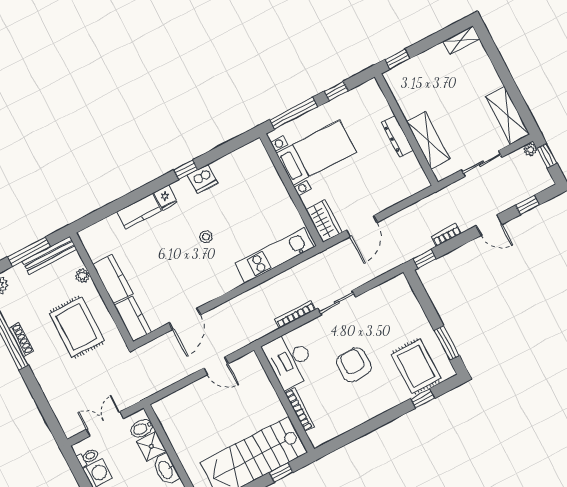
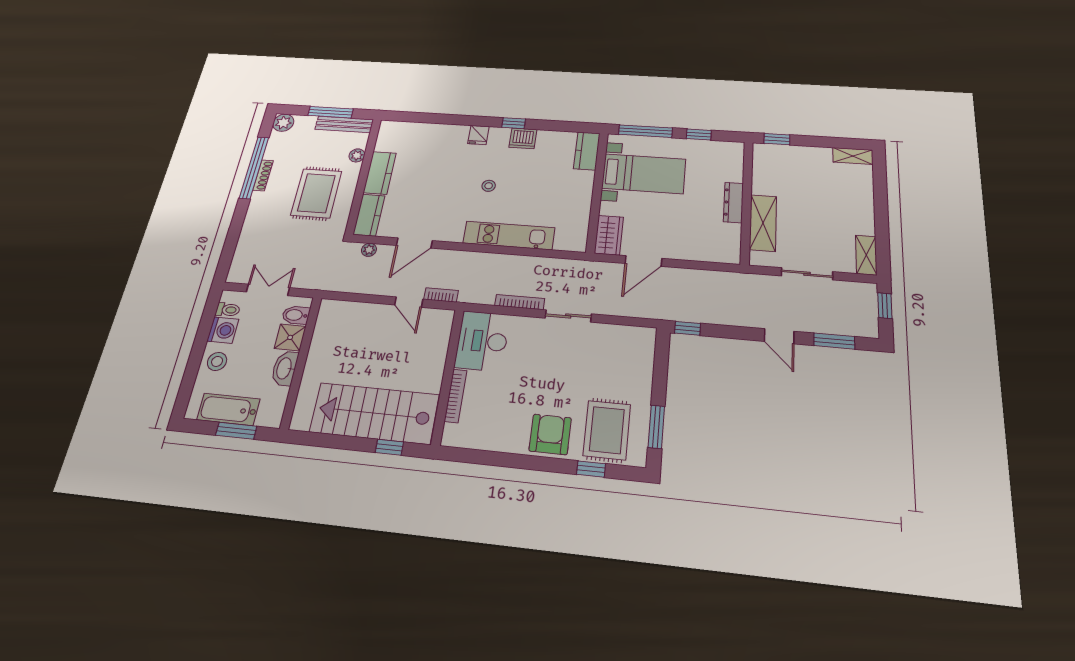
shelving: (508, 115) -> (866, 255), width x0.67, depth x0.75
plant: (530, 150) -> (369, 250), moved
window: (527, 205) -> (834, 341), width x1.50
kitchen counter: (139, 211) -> (587, 151), moved, turned 90
bookcase: (446, 235) -> (441, 295), moved
kitchen unit: (275, 255) -> (509, 235), moved
armchair: (354, 365) -> (550, 434), moved

